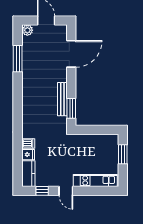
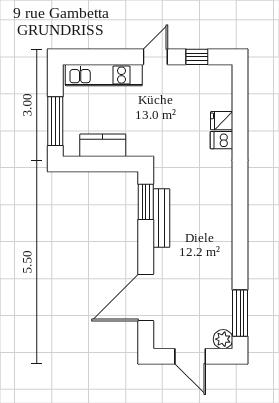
window: (18, 59) -> (240, 313), moved
window: (123, 154) -> (55, 121), width x1.44
kitchen counter: (28, 174) -> (103, 145), moved, turned 90
door: (66, 191) -> (155, 57), hinge flipped

